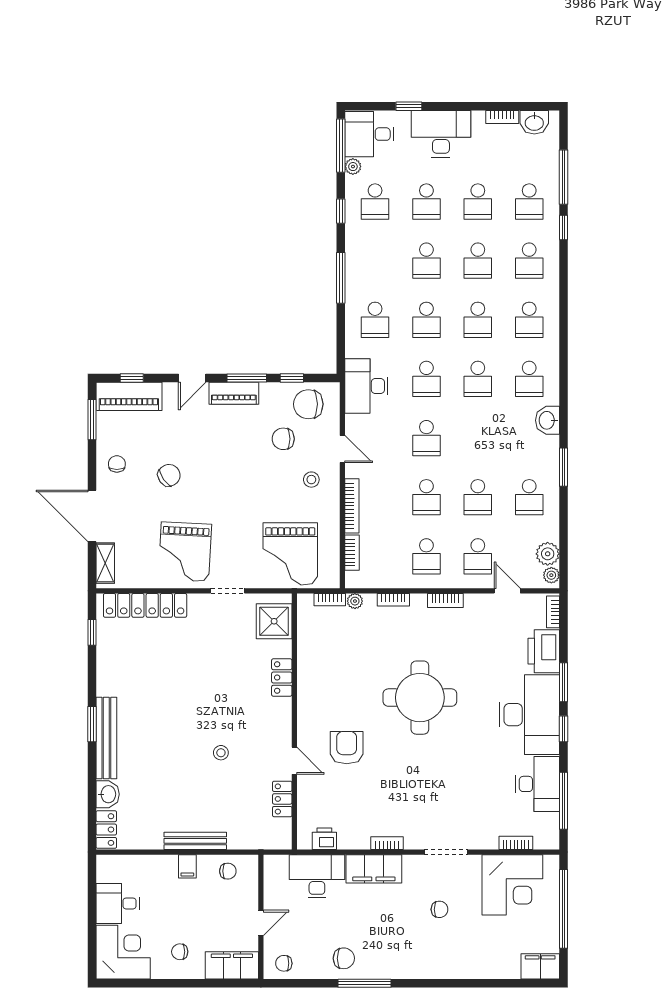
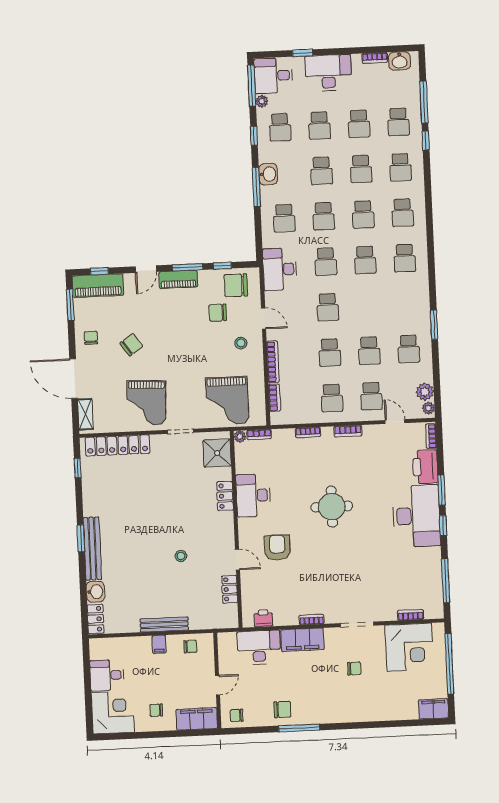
washbasin: (547, 420) -> (268, 174), moved, turned 180
plant: (355, 601) -> (240, 437), moved
round table: (420, 698) -> (332, 507), width x0.73, depth x0.73
desk: (538, 784) -> (253, 495), moved, turned 180

